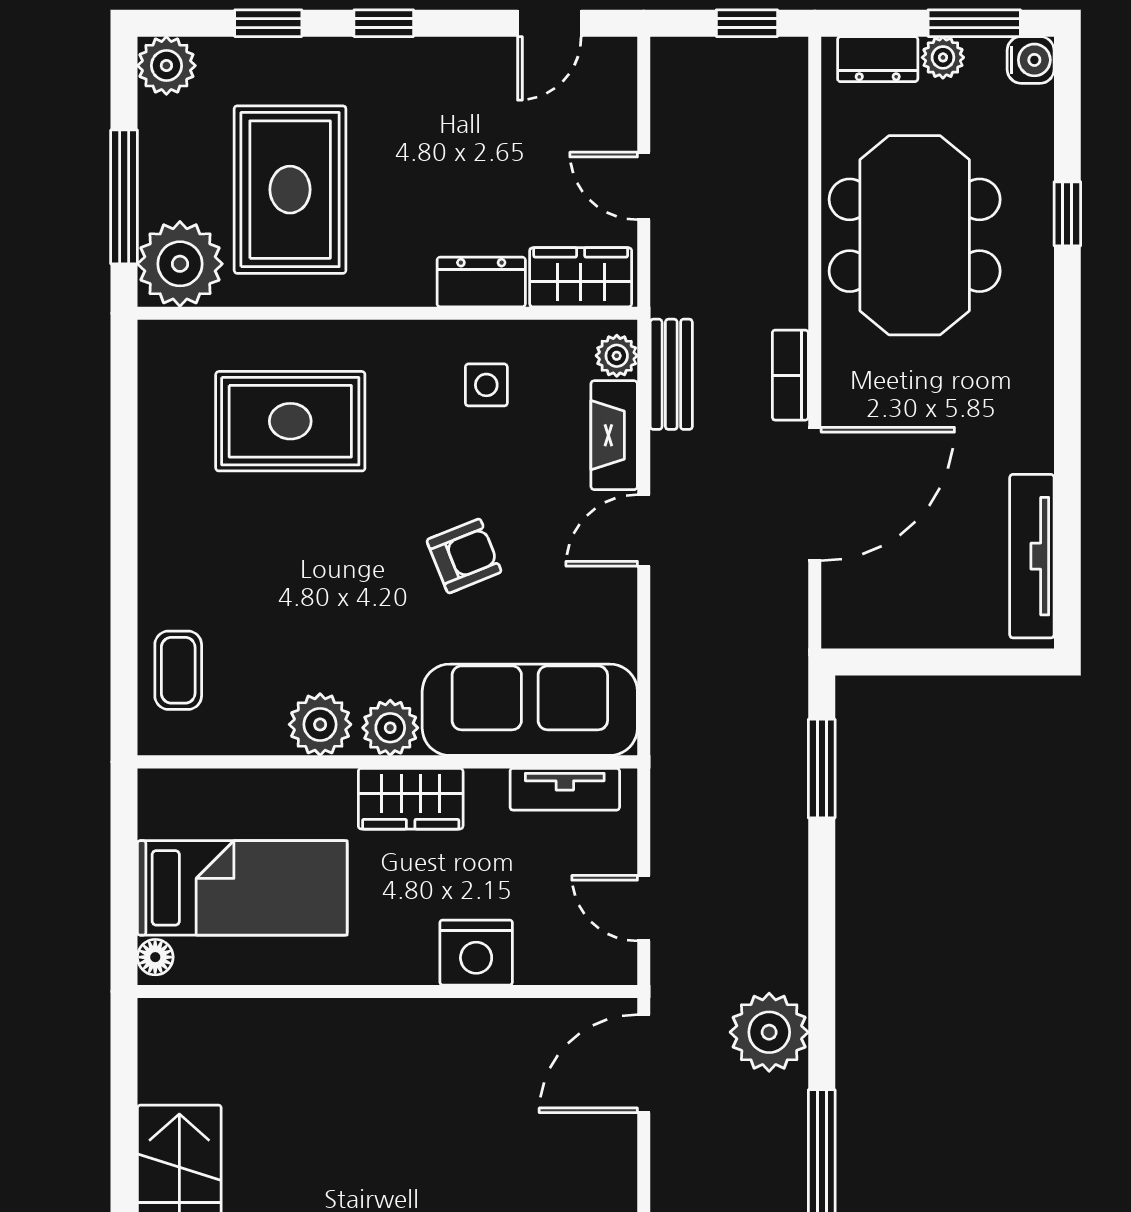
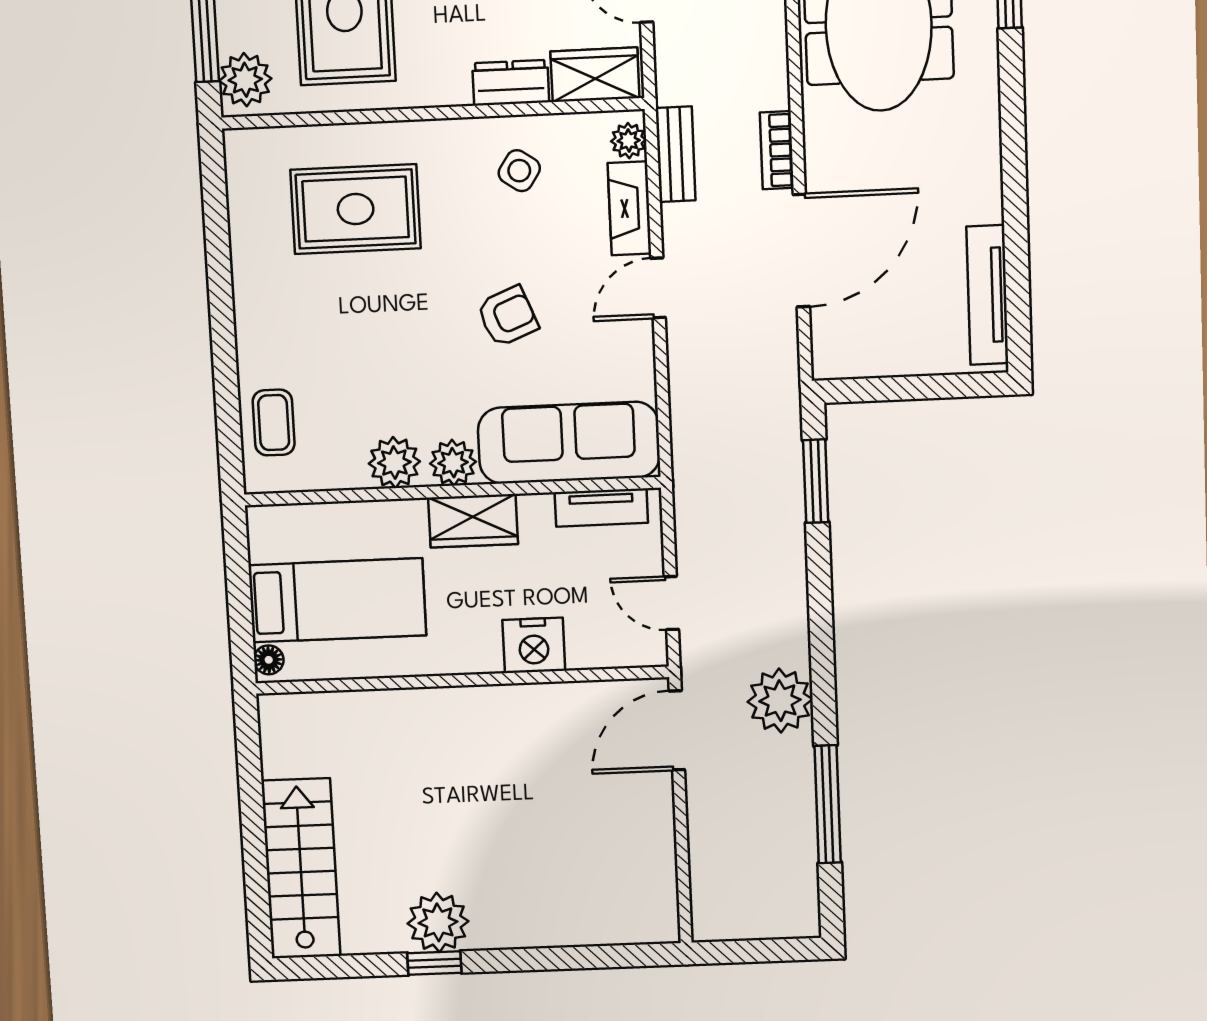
plant: (180, 264) -> (245, 80), width x0.73, depth x0.73
side table: (486, 385) -> (519, 171), turned 34

